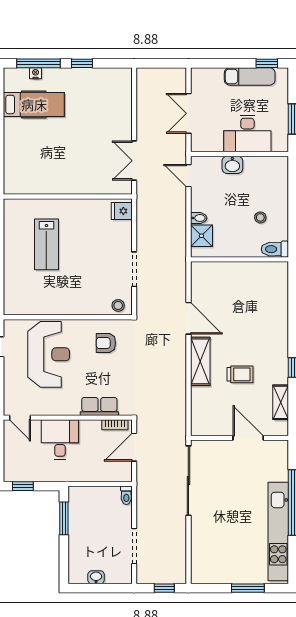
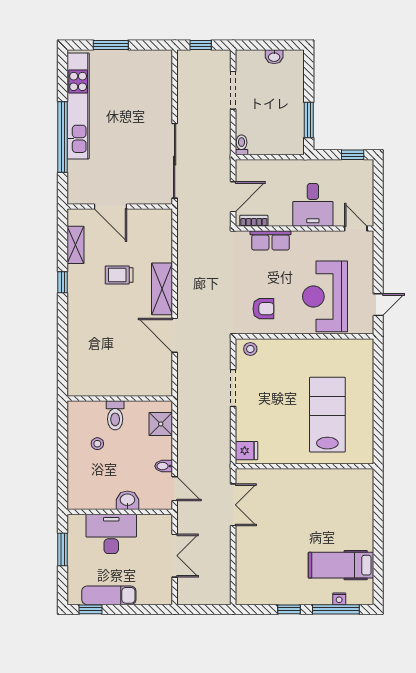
bidet: (199, 218) -> (164, 466), moved
lab bench: (46, 244) -> (327, 415), width x1.36, depth x1.39
toilet: (275, 249) -> (115, 415), moved, turned 90

